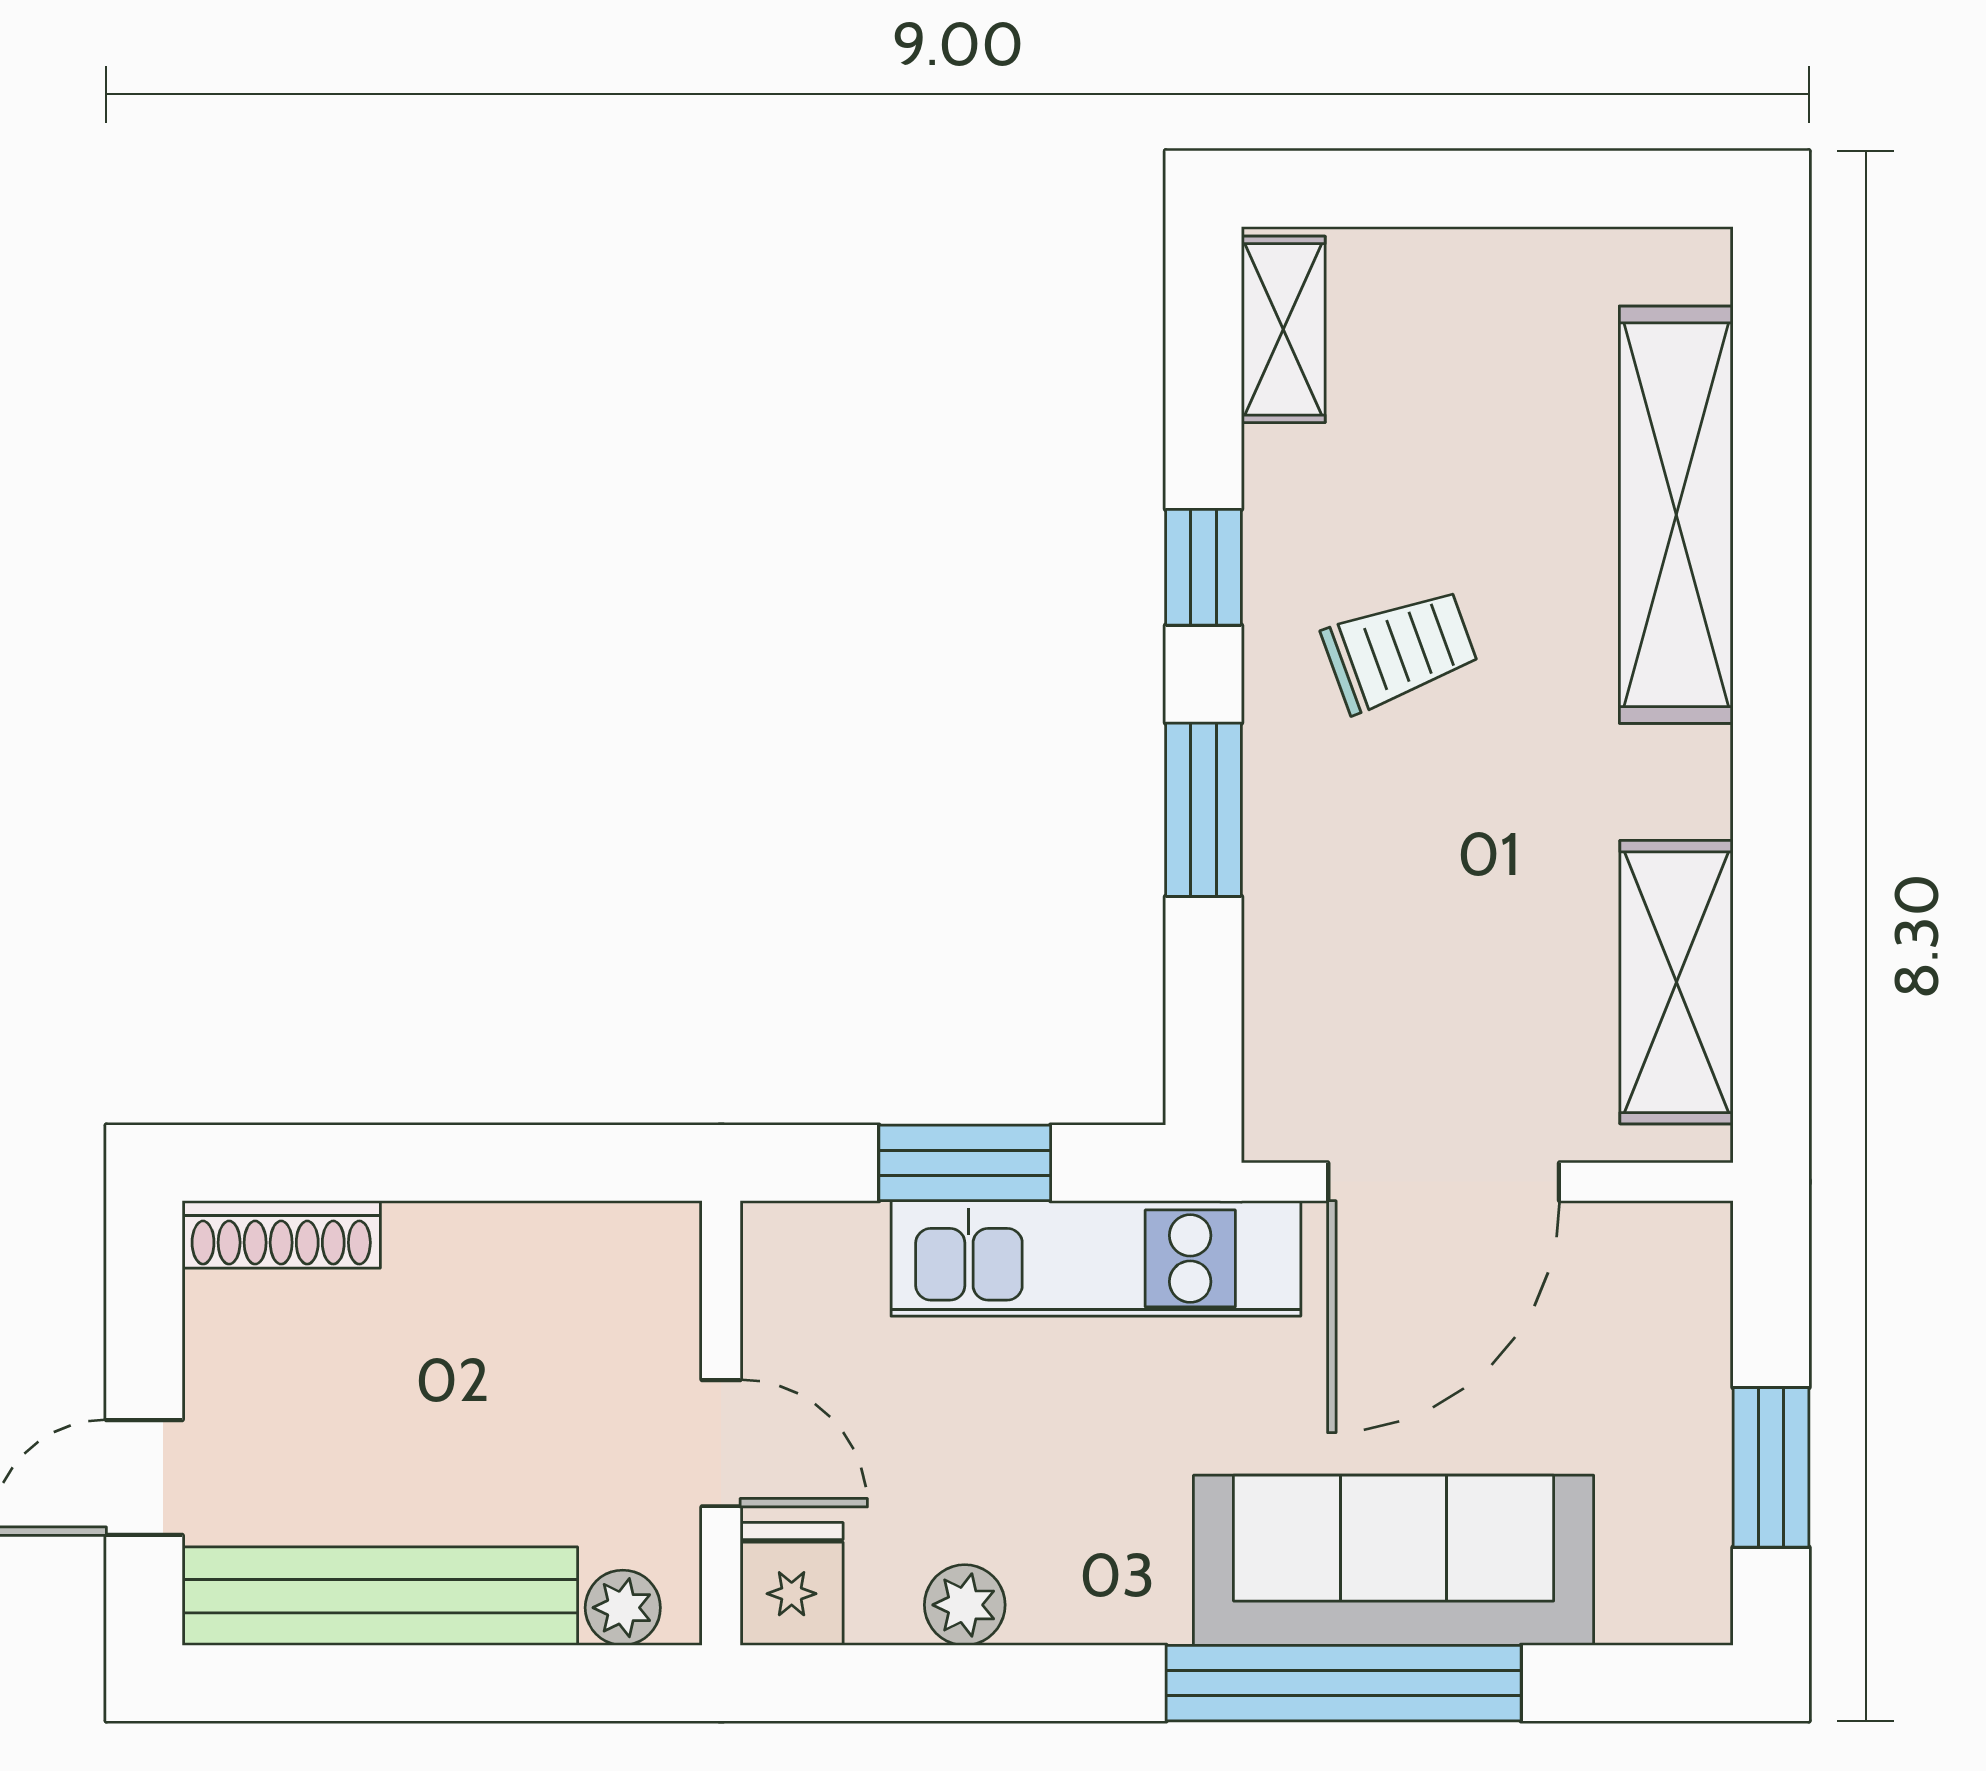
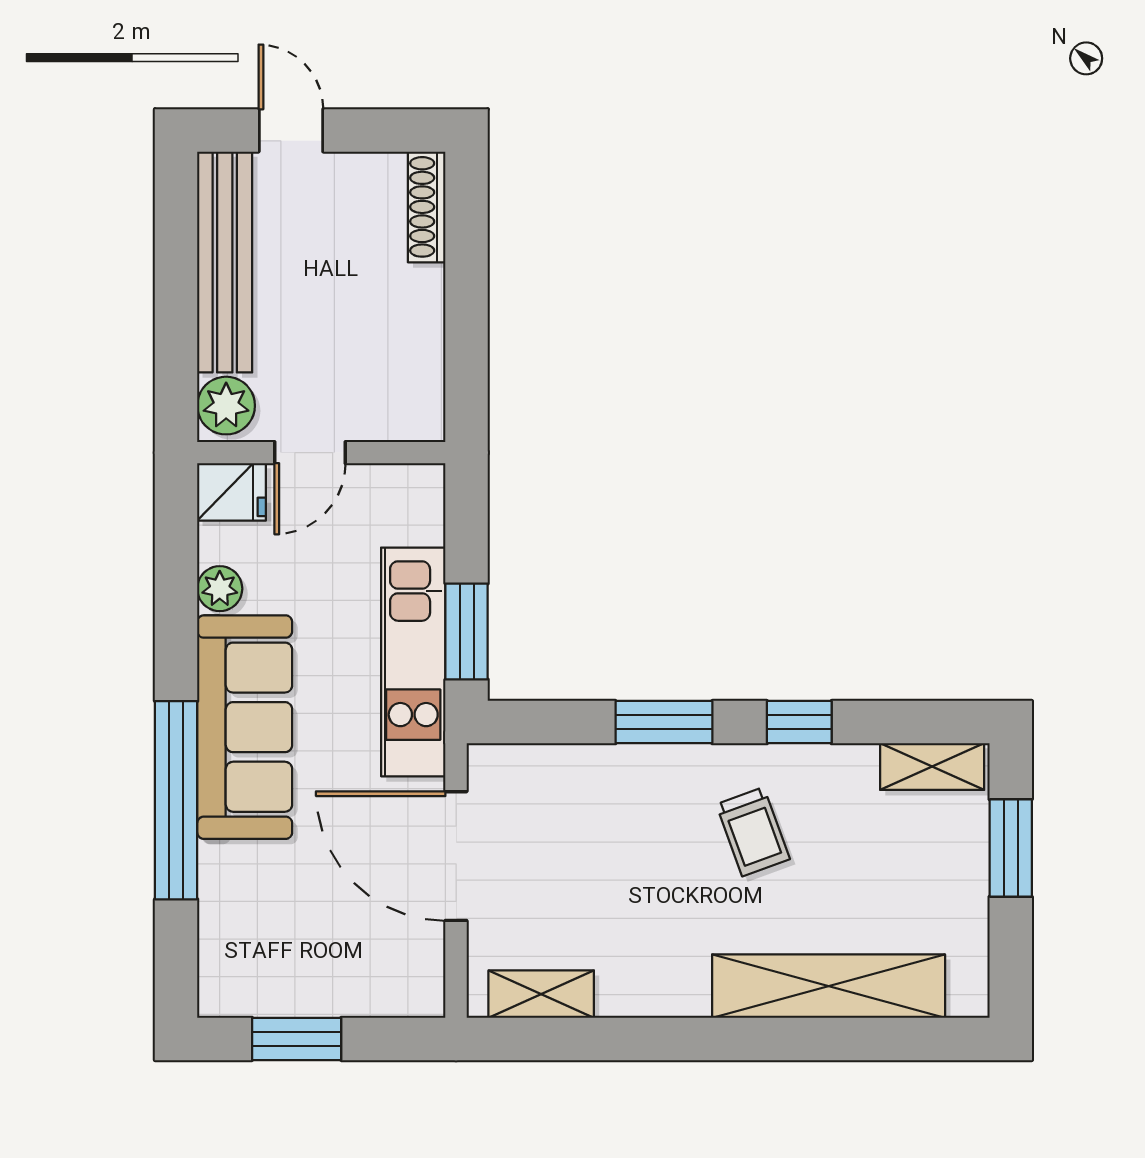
window: (1429, 189) -> (1011, 848), added
shelving: (1676, 982) -> (541, 994), width x0.67, depth x0.75
window: (965, 1163) -> (467, 631), moved
sofa: (1394, 1560) -> (245, 727), moved
plant: (623, 1608) -> (226, 406), width x1.38, depth x1.38

